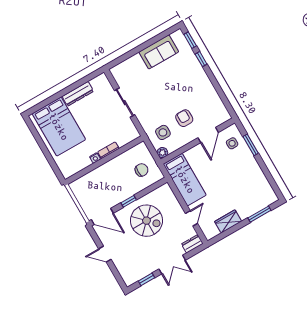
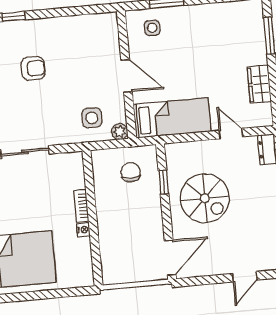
armchair: (184, 118) -> (33, 68), moved, turned 180
door: (208, 135) -> (127, 76), moved
window: (129, 201) -> (163, 182), moved
spiral stairs: (147, 221) -> (205, 198), turned 90
door: (105, 254) -> (245, 277), moved

